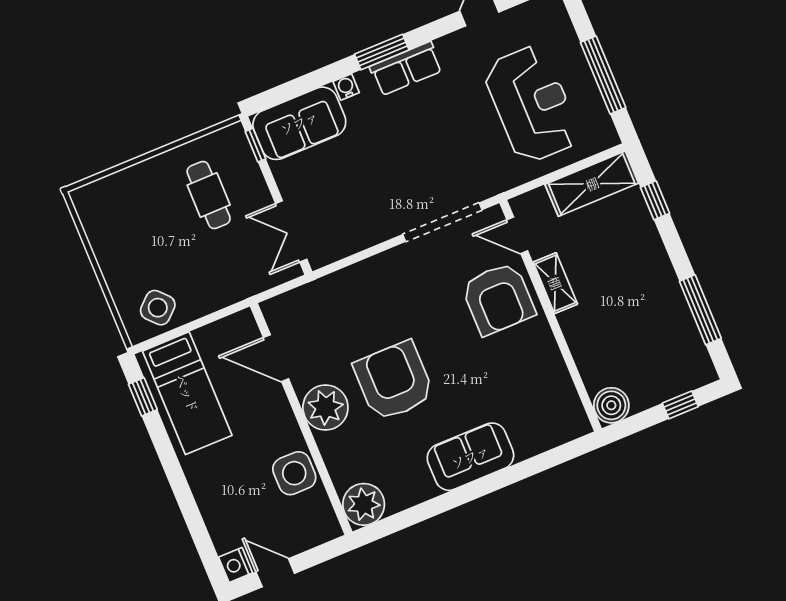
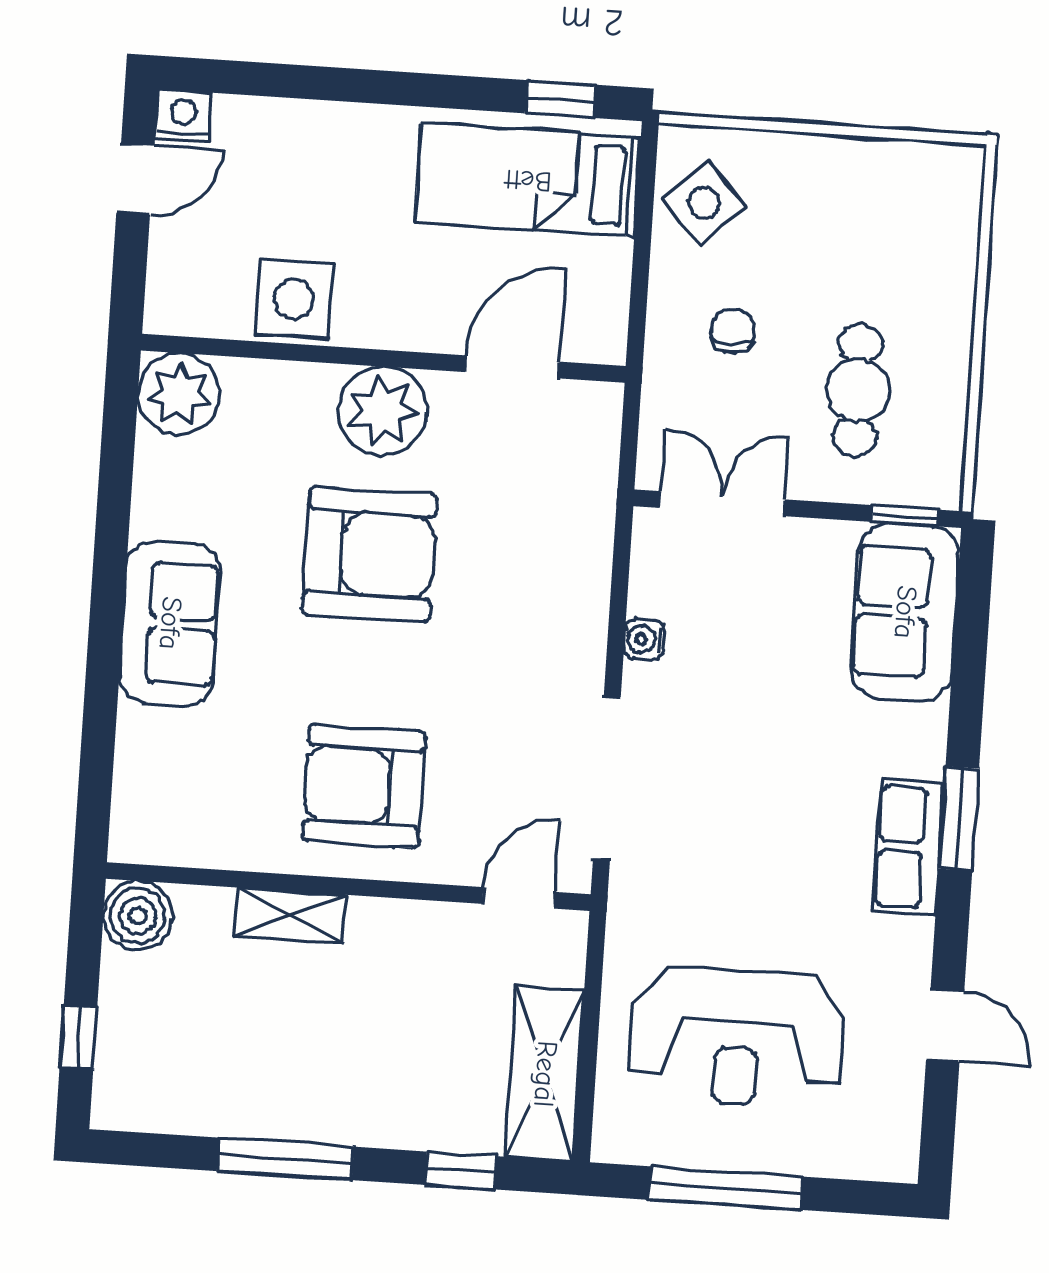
water cooler: (346, 87) -> (644, 639), moved, turned 180
cafe table: (209, 195) -> (858, 390), turned 90
chair: (210, 266) -> (733, 331), added
shelving: (555, 283) -> (290, 916), moved
armchair: (498, 299) -> (364, 786), moved
window: (700, 310) -> (285, 1159), moved

